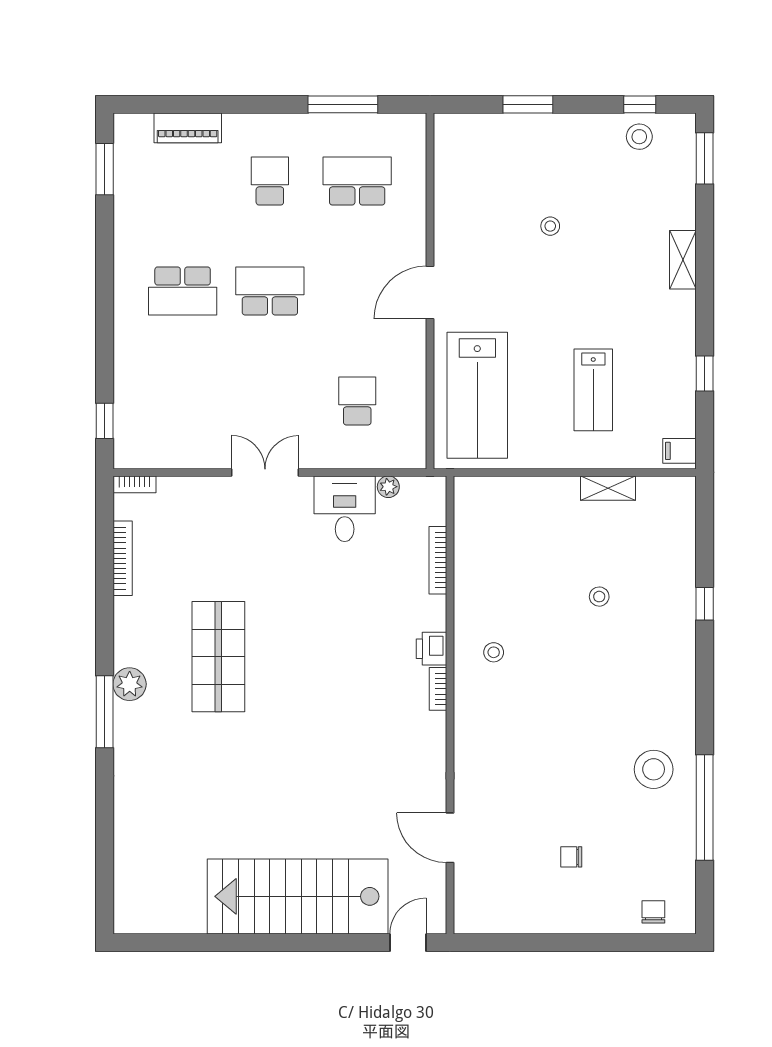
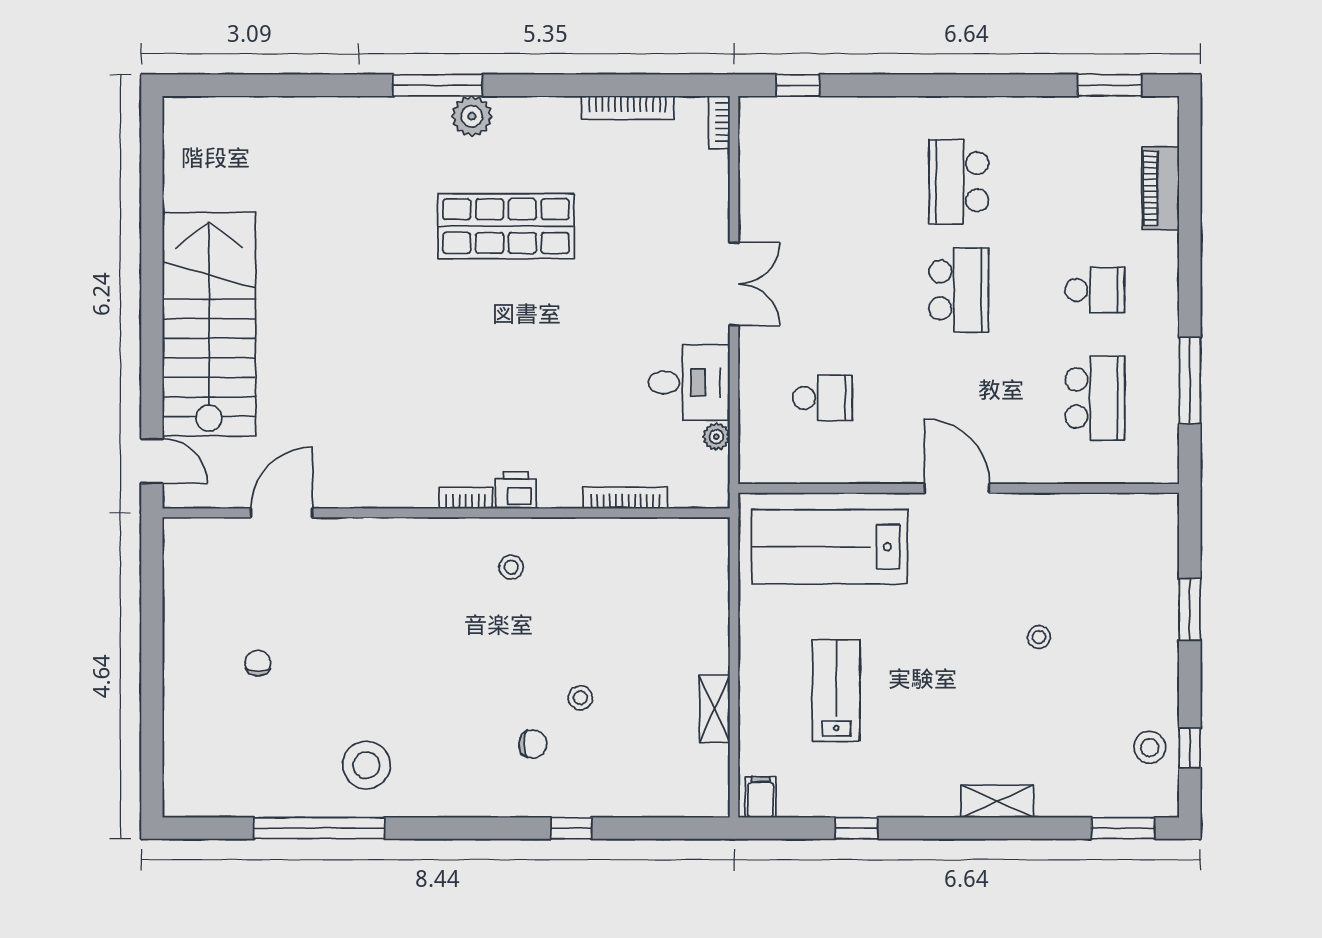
lab bench: (593, 390) -> (836, 690), turned 90
chair: (653, 912) -> (533, 744), moved

